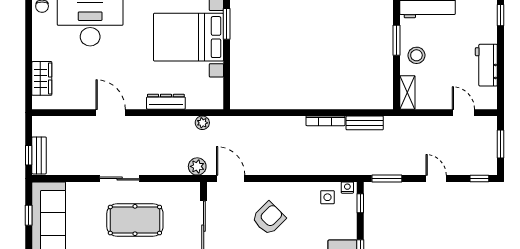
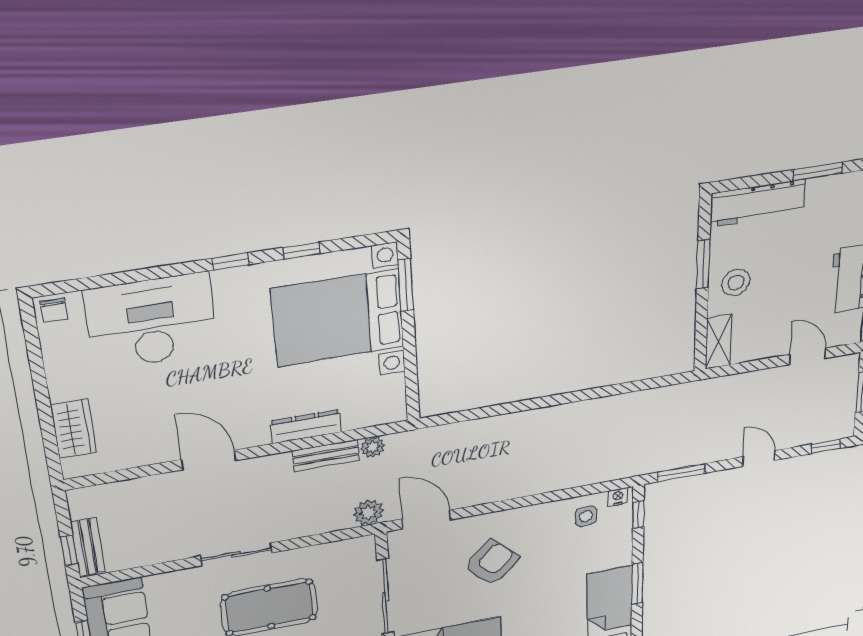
bookcase: (325, 121) -> (582, 408), removed
bench: (365, 123) -> (326, 456), moved

